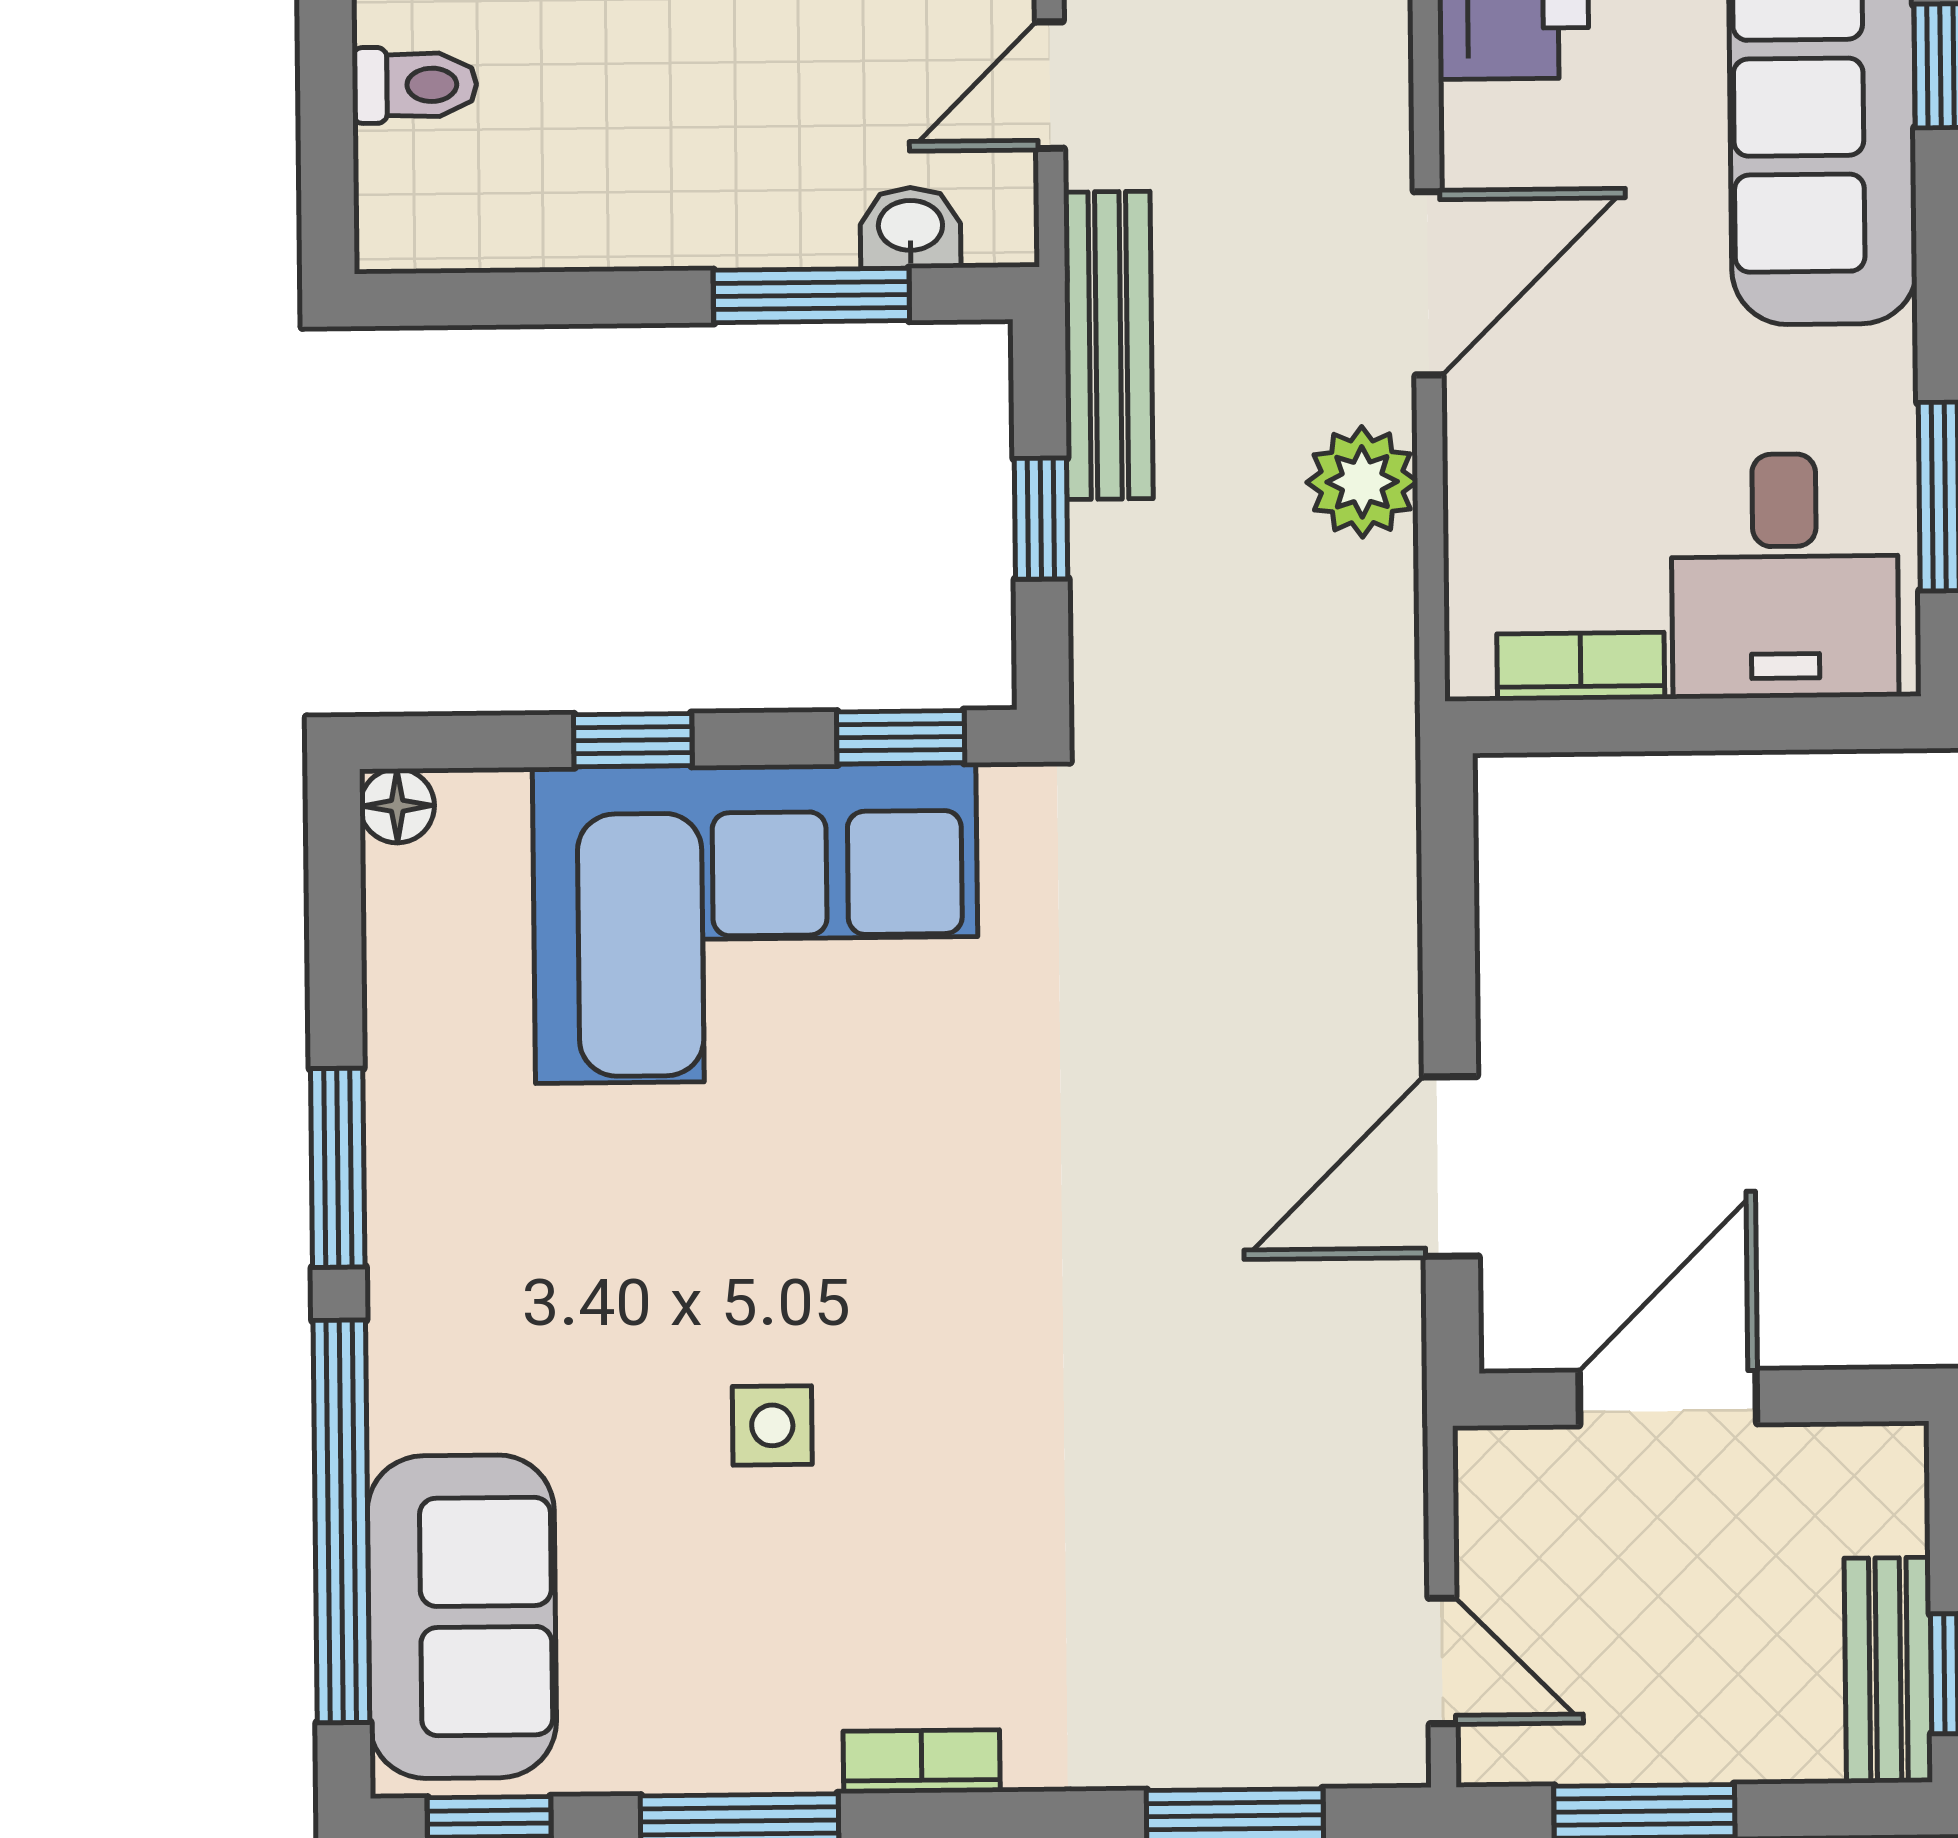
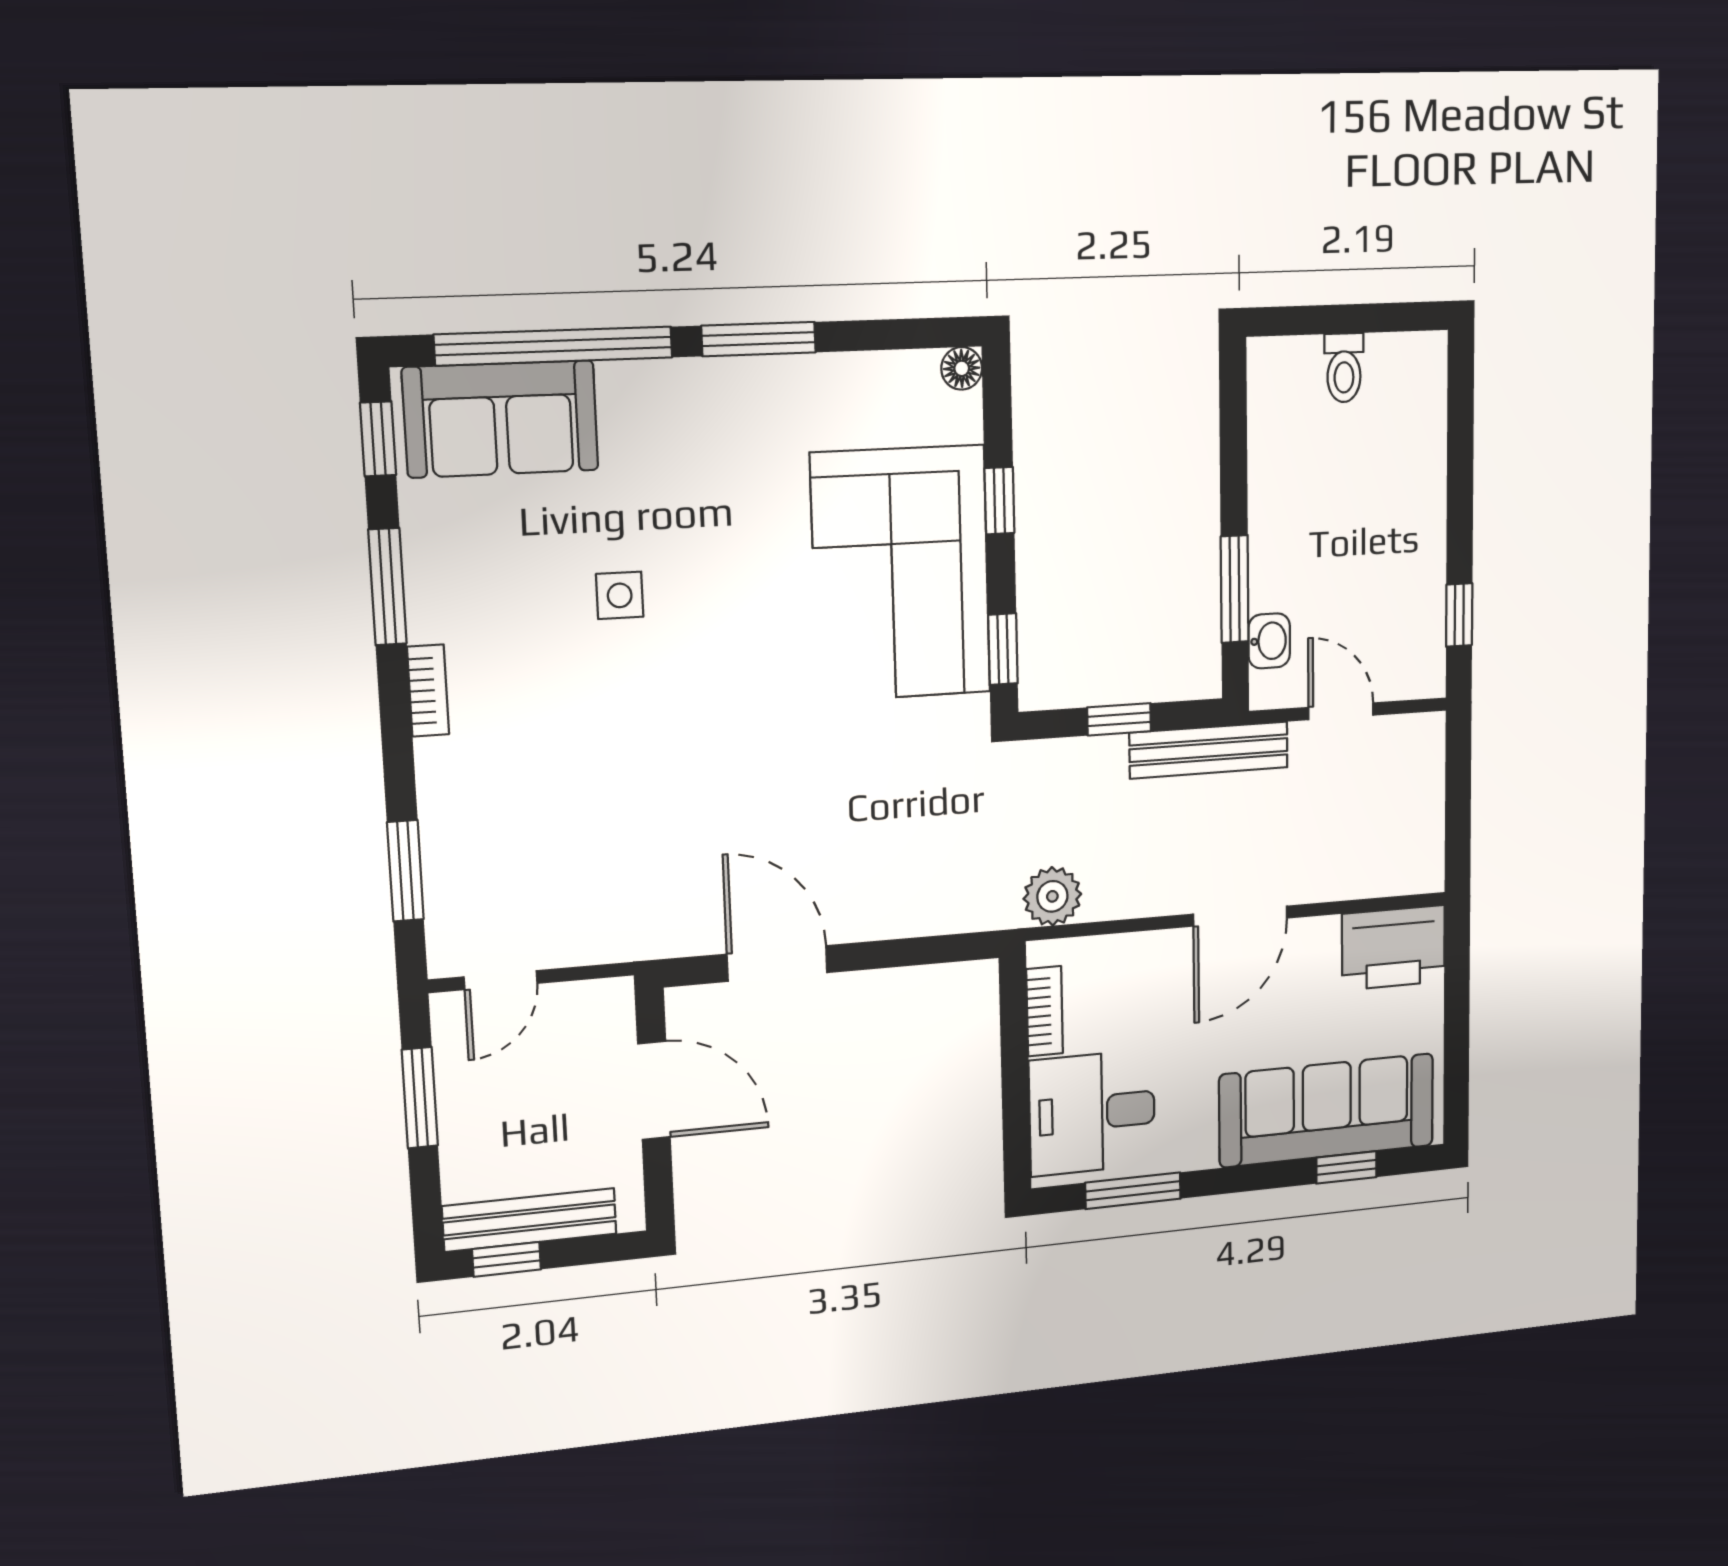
door: (1428, 283) -> (1240, 916), hinge flipped
plant: (1362, 482) -> (1052, 896), moved
bench: (1888, 1670) -> (530, 1220), width x1.36

